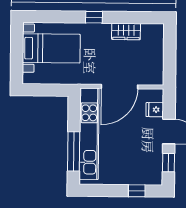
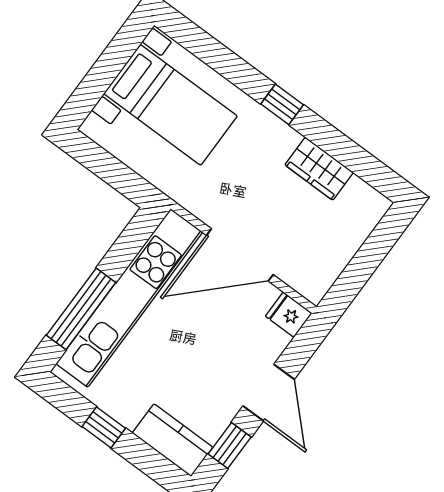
fridge: (155, 110) -> (289, 315), moved
kitchen counter: (145, 176) -> (172, 440), added
window: (137, 191) -> (104, 427), moved

